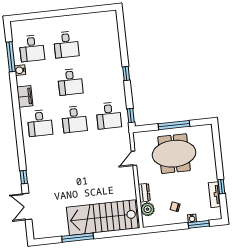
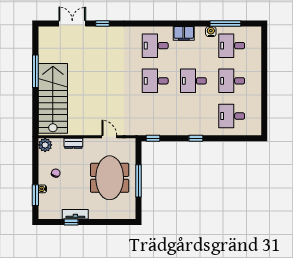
desk: (109, 116) -> (232, 116), moved
tv unit: (215, 195) -> (75, 214), moved
plant: (148, 209) -> (45, 145), moved

